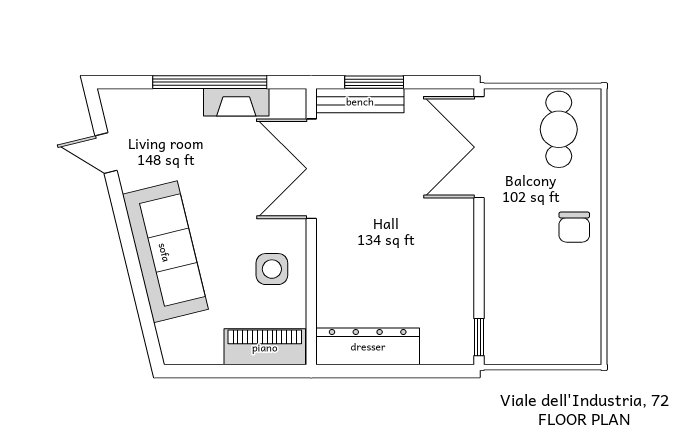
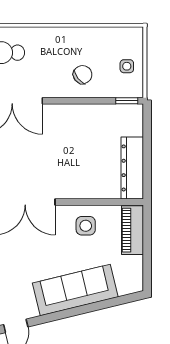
chair: (574, 227) -> (83, 75), moved, turned -38
side table: (536, 337) -> (127, 66), added

